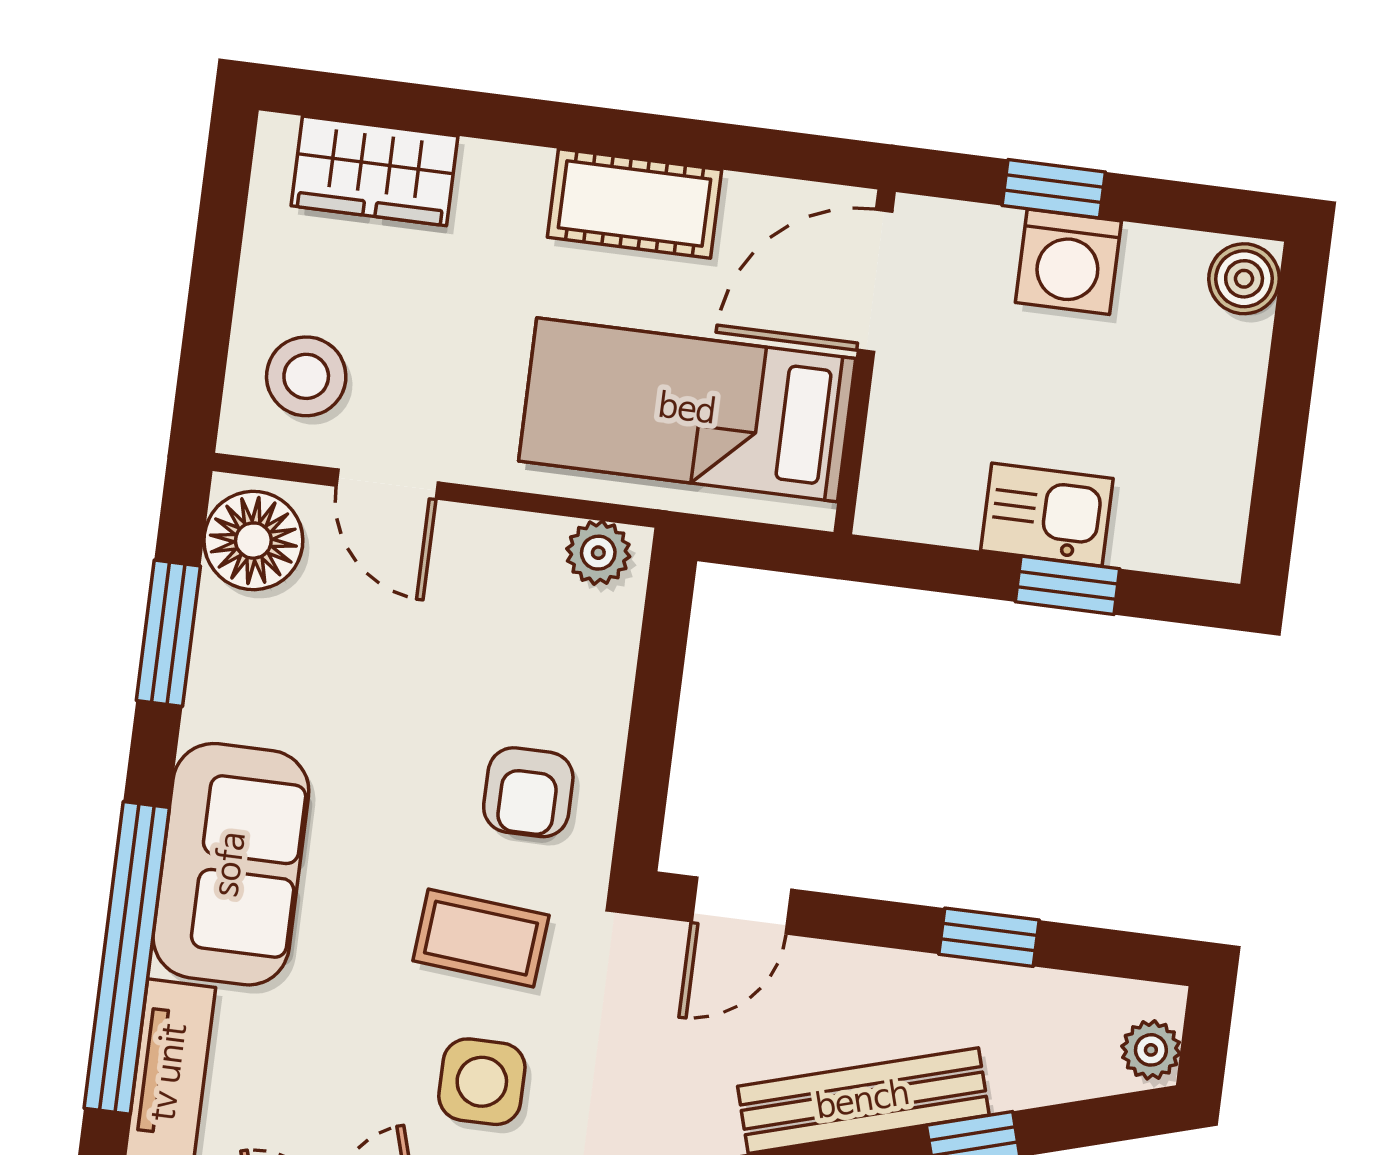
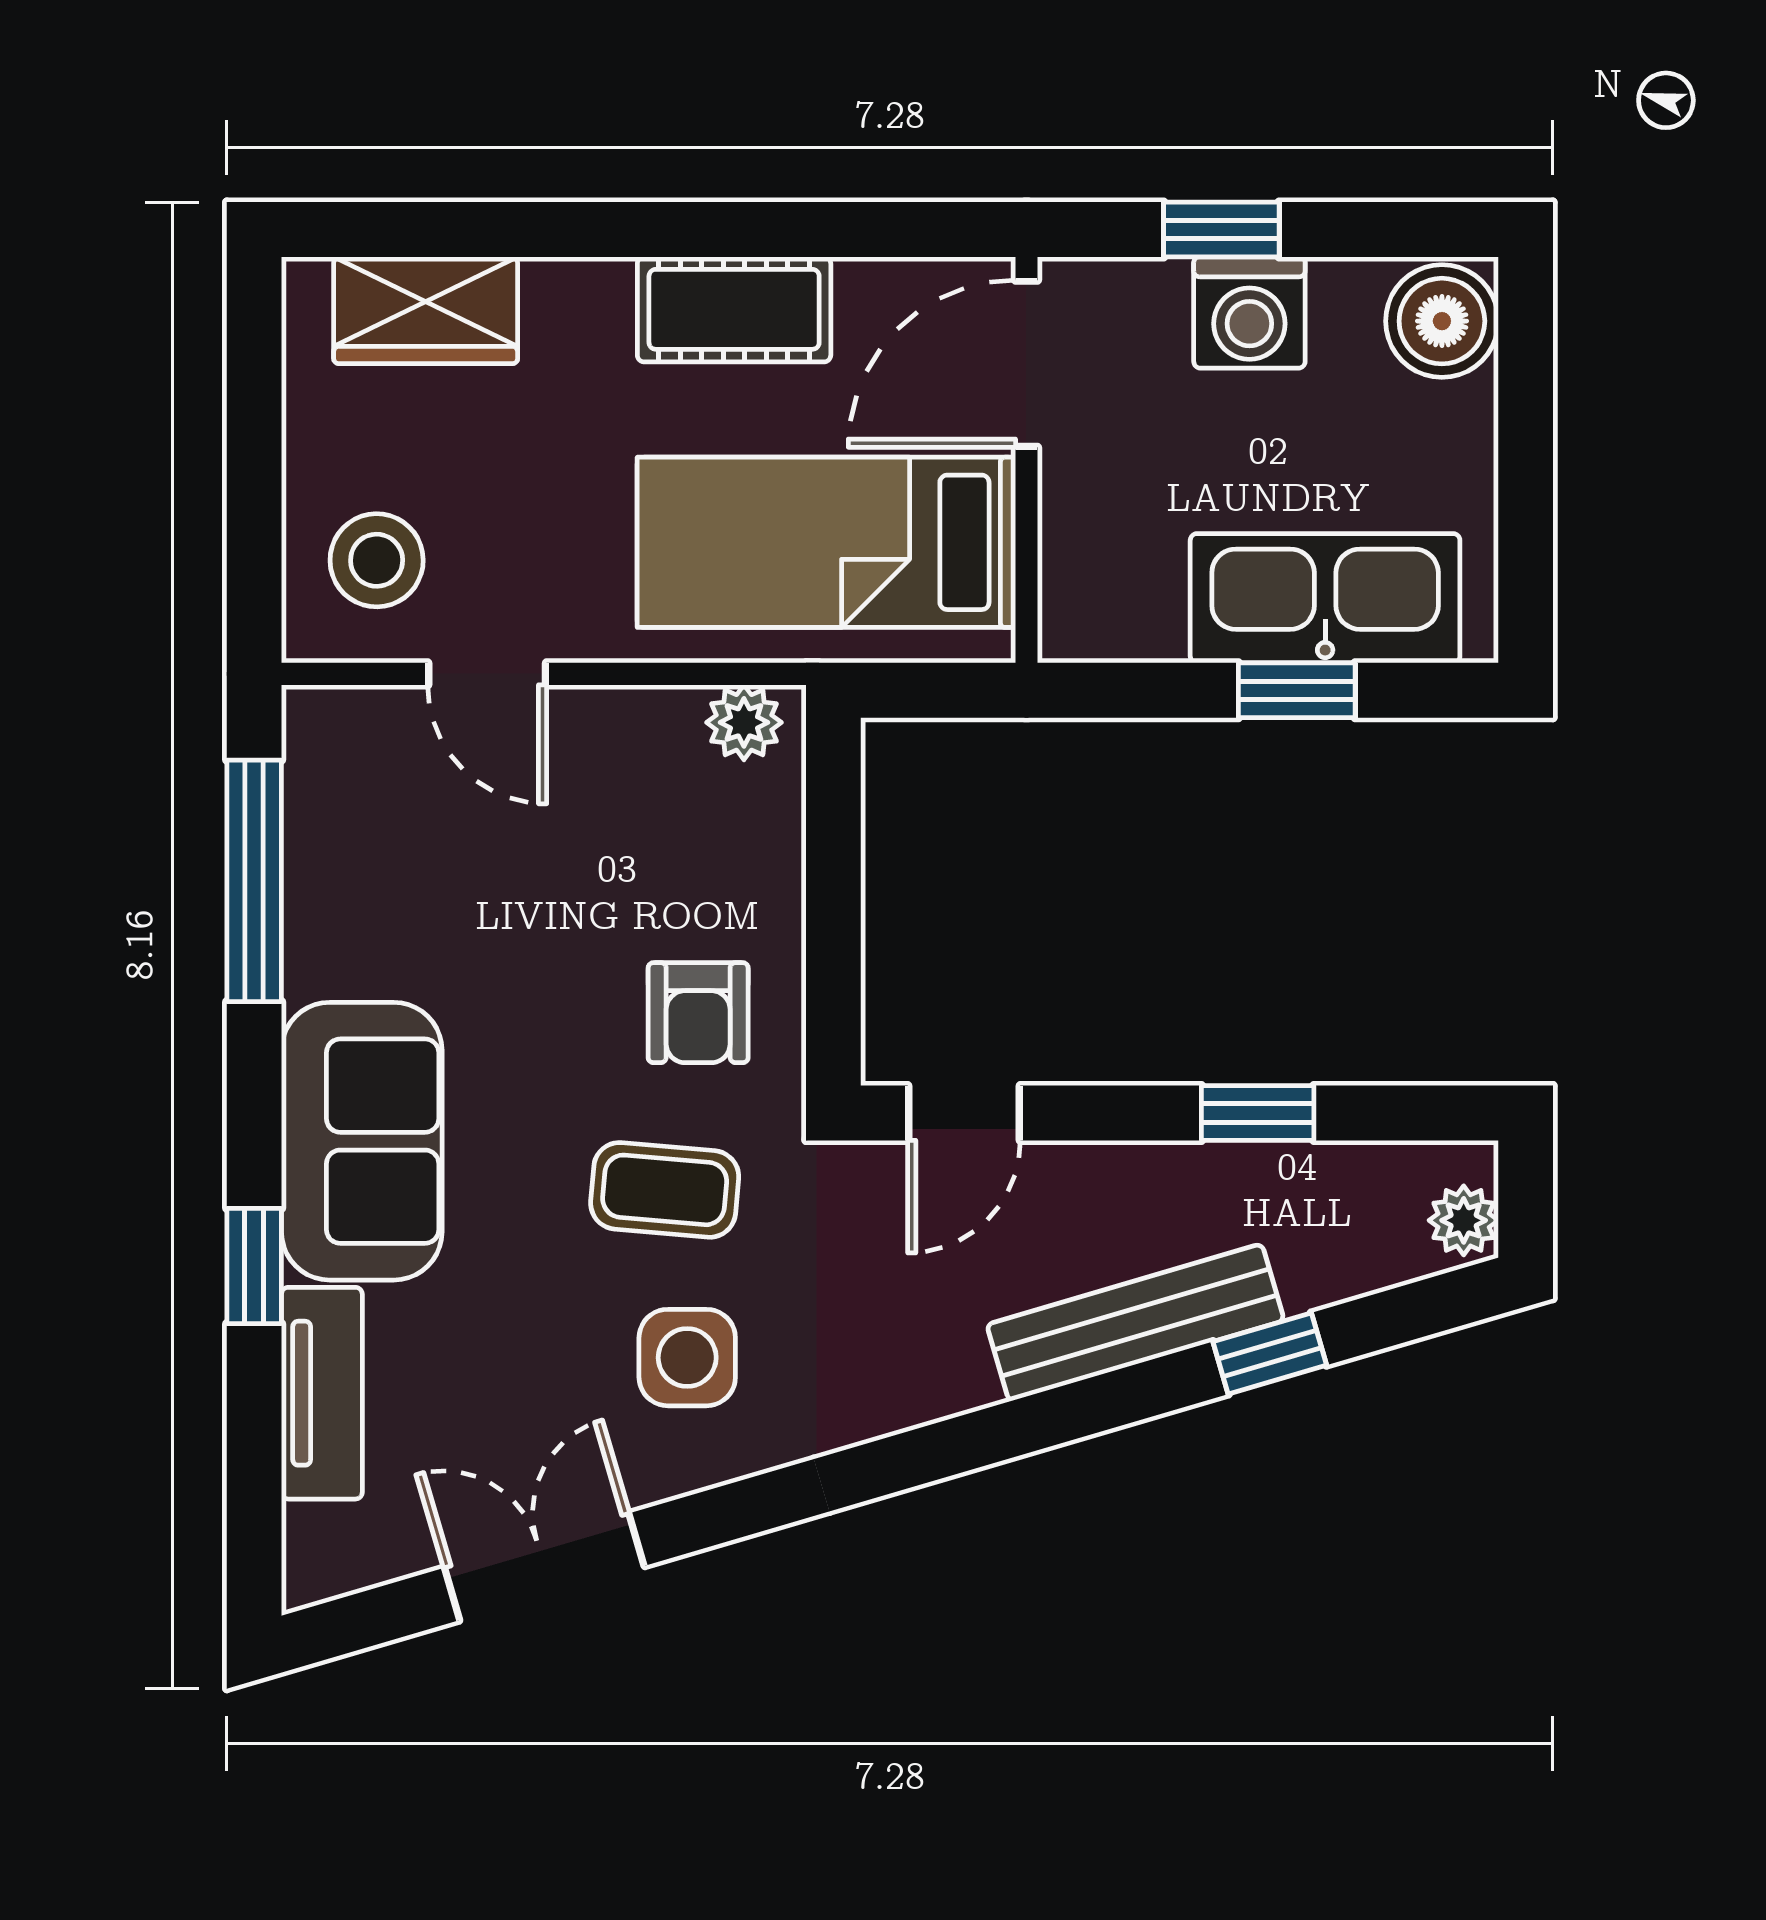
boiler: (1244, 279) -> (1442, 321), width x1.36, depth x1.36
kitchen sink: (1047, 515) -> (1325, 598), width x1.88, depth x1.24
floor lamp: (253, 541) -> (339, 760), removed
window: (168, 633) -> (254, 881), width x1.44
window: (127, 958) -> (254, 1266), width x0.32

